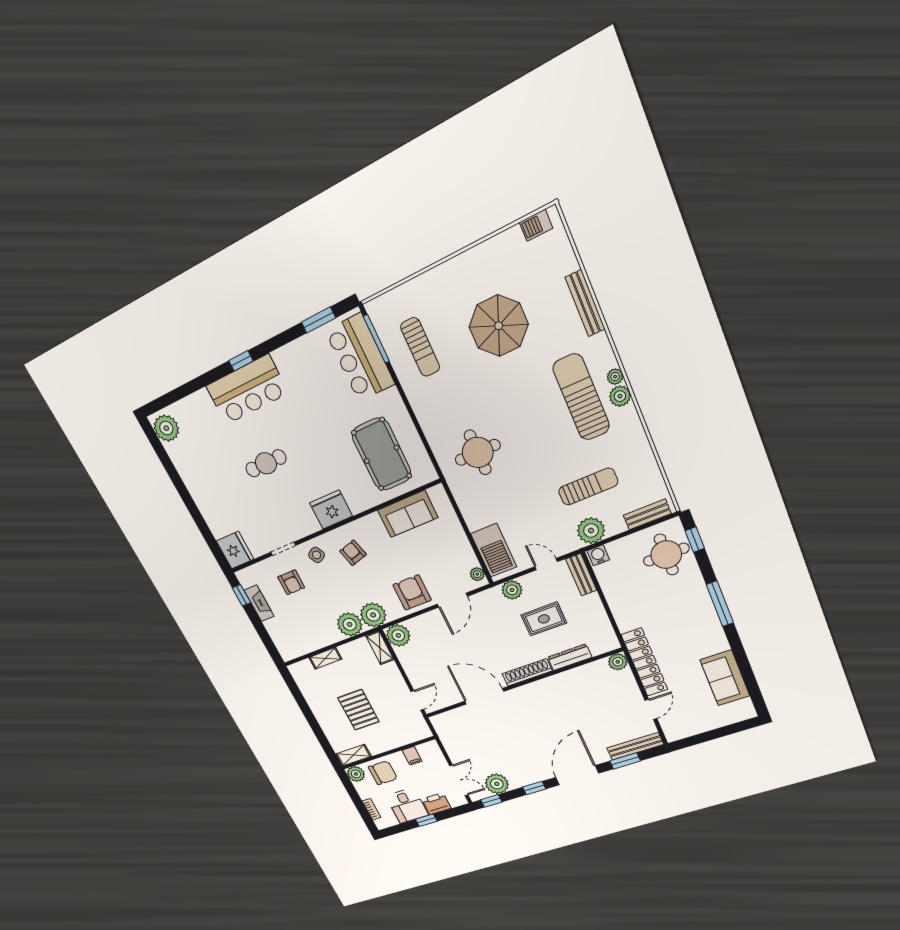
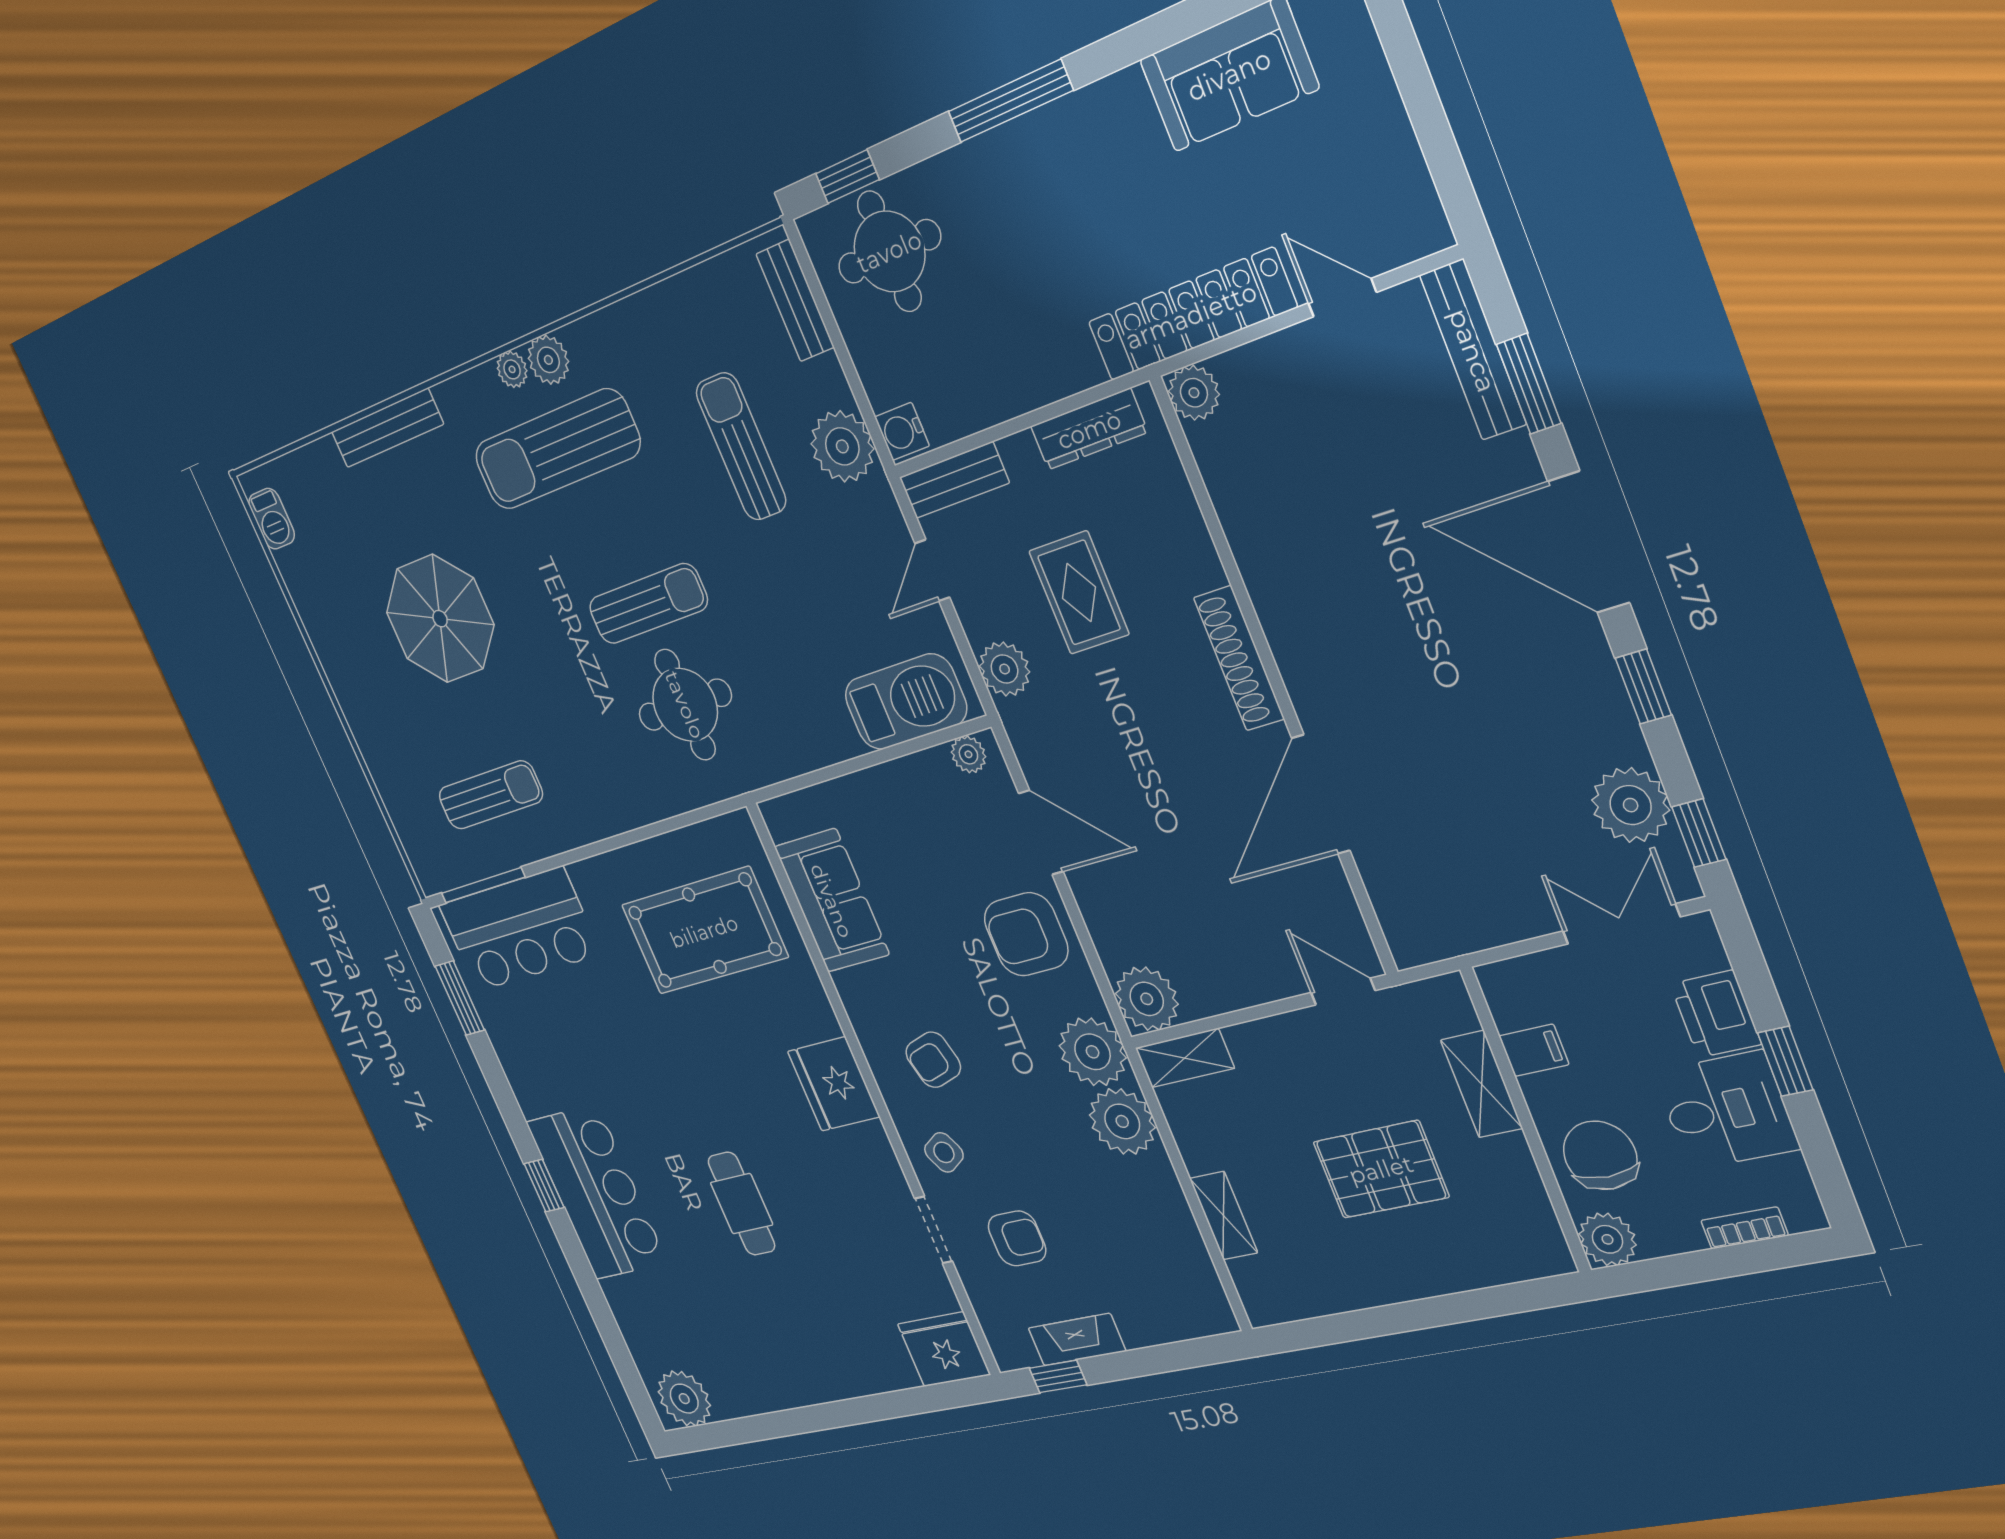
sun lounger: (519, 438) -> (648, 604), added
dresser: (570, 657) -> (1089, 429), moved, turned -90
shelving: (353, 755) -> (1482, 1084), moved

